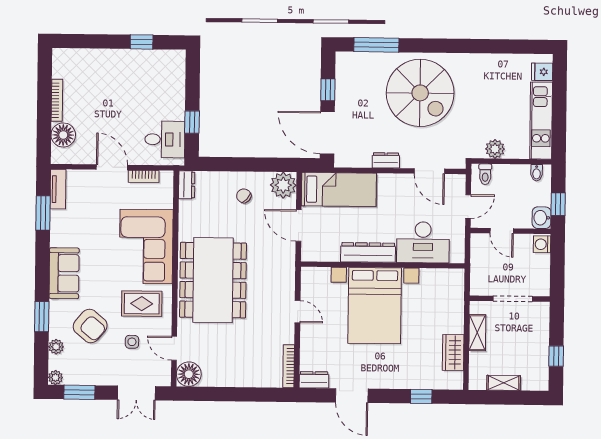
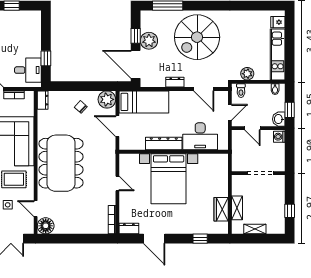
spiral stairs: (420, 93) -> (197, 37), turned 90
plant: (348, 97) -> (149, 41), added
shelving: (477, 333) -> (237, 208), moved

